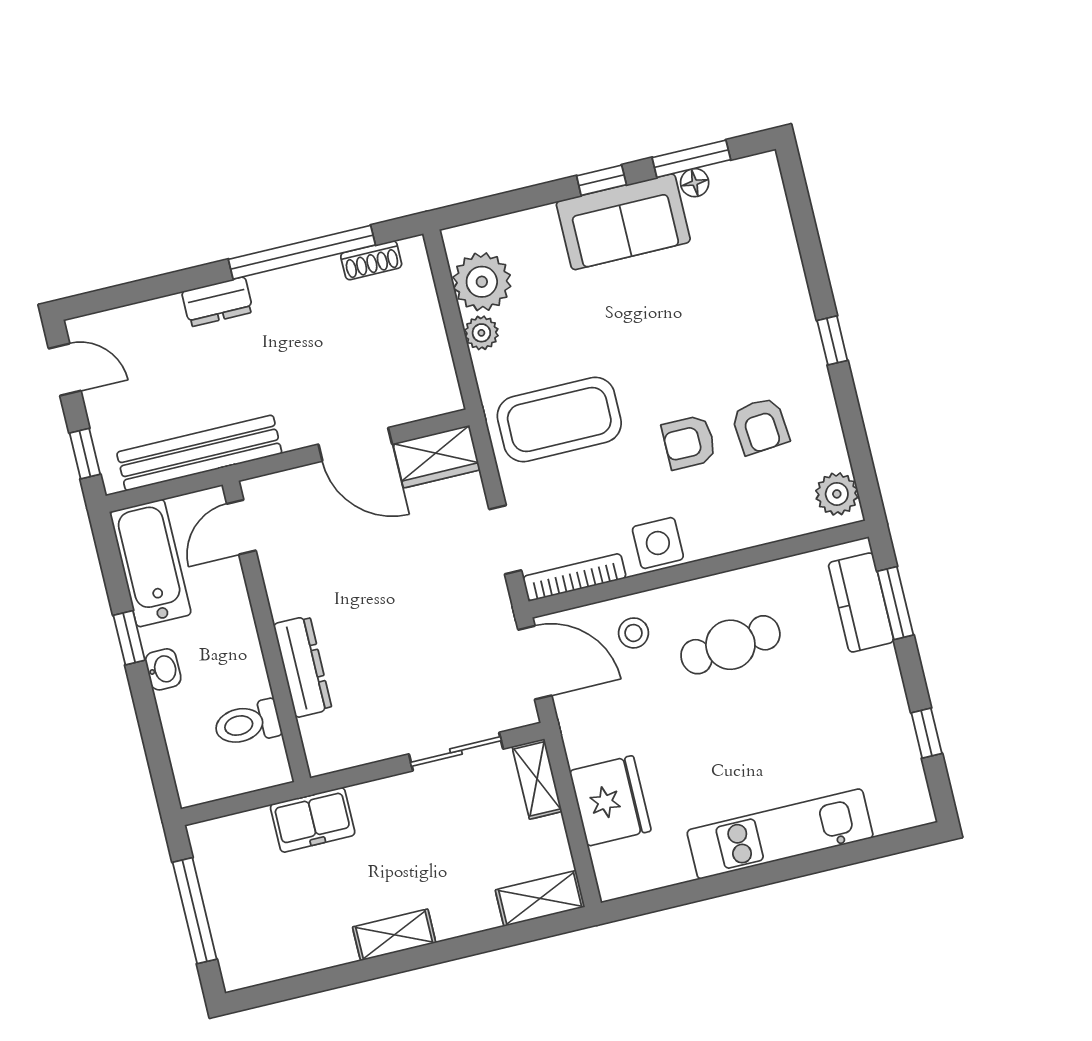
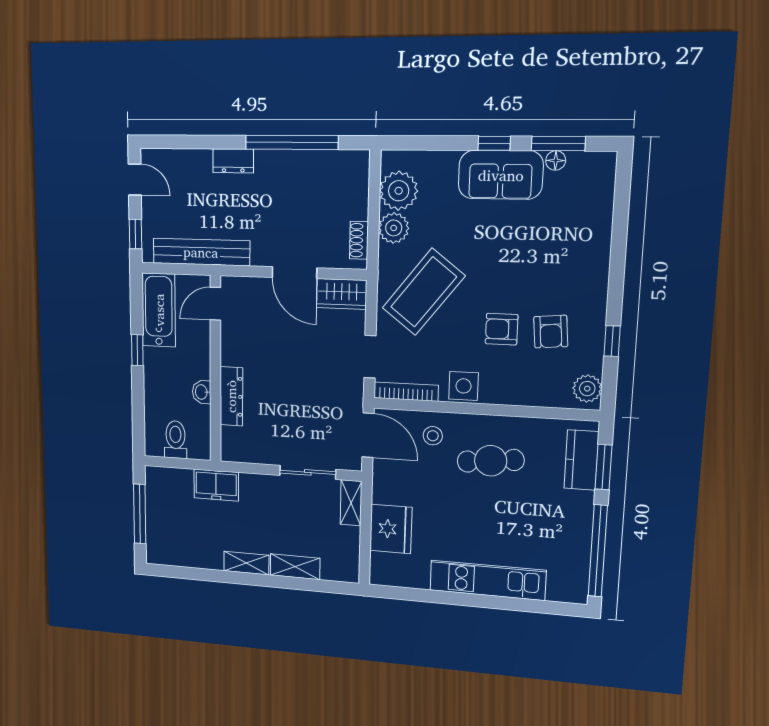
shoe rack: (371, 260) -> (359, 240), moved, turned 90
plant: (481, 333) -> (394, 228), width x1.38, depth x1.38
window: (832, 340) -> (612, 341), moved
coffee table: (559, 419) -> (424, 292), turned -52
washbasin: (163, 669) -> (202, 392), moved, turned 180
toilet: (247, 723) -> (175, 440), moved, turned 90
window: (927, 733) -> (598, 551), width x3.17
shelving: (540, 898) -> (295, 567), moved

